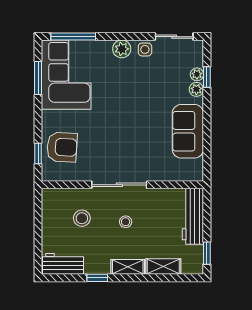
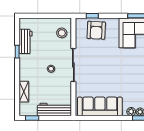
sofa: (188, 131) -> (100, 106), width x1.36
stool: (82, 218) -> (62, 33), moved
workbench: (63, 264) -> (26, 41), moved
shelving: (128, 267) -> (24, 70), removed

